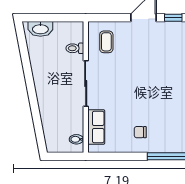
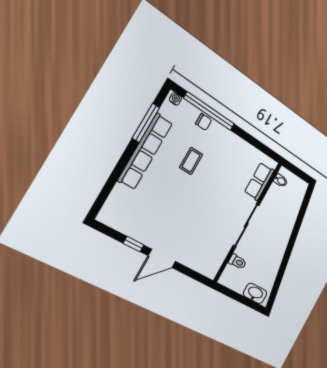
coffee table: (106, 42) -> (191, 161), moved
chair: (140, 132) -> (204, 122), moved

